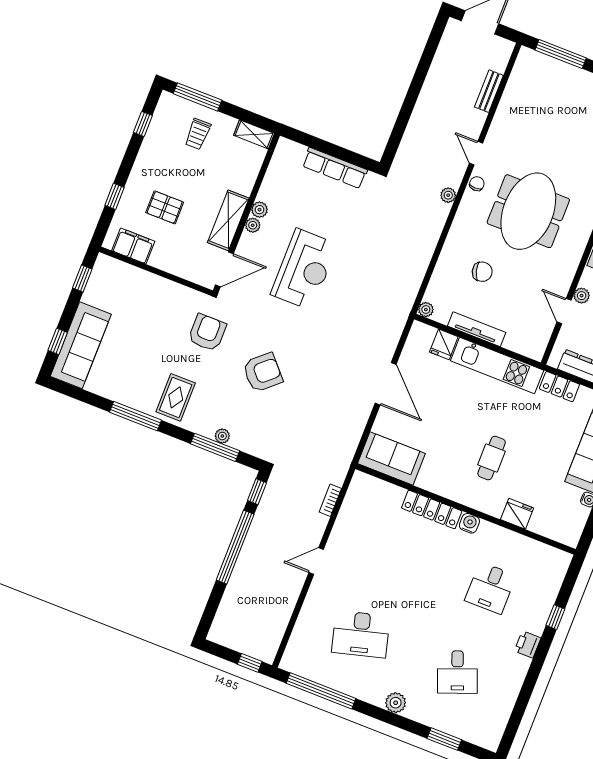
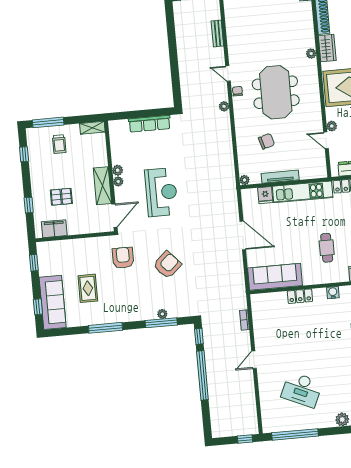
rug: (176, 397) -> (88, 288), moved
sofa: (391, 458) -> (275, 277), width x1.36
locker: (432, 510) -> (300, 296), width x0.66
desk: (361, 634) -> (302, 390), turned 39

